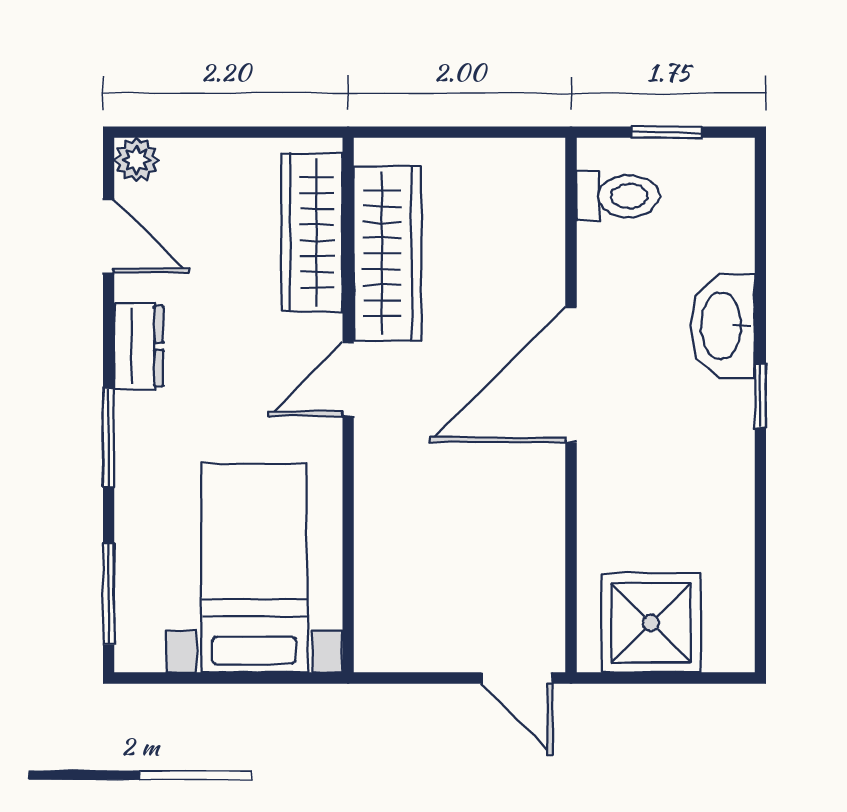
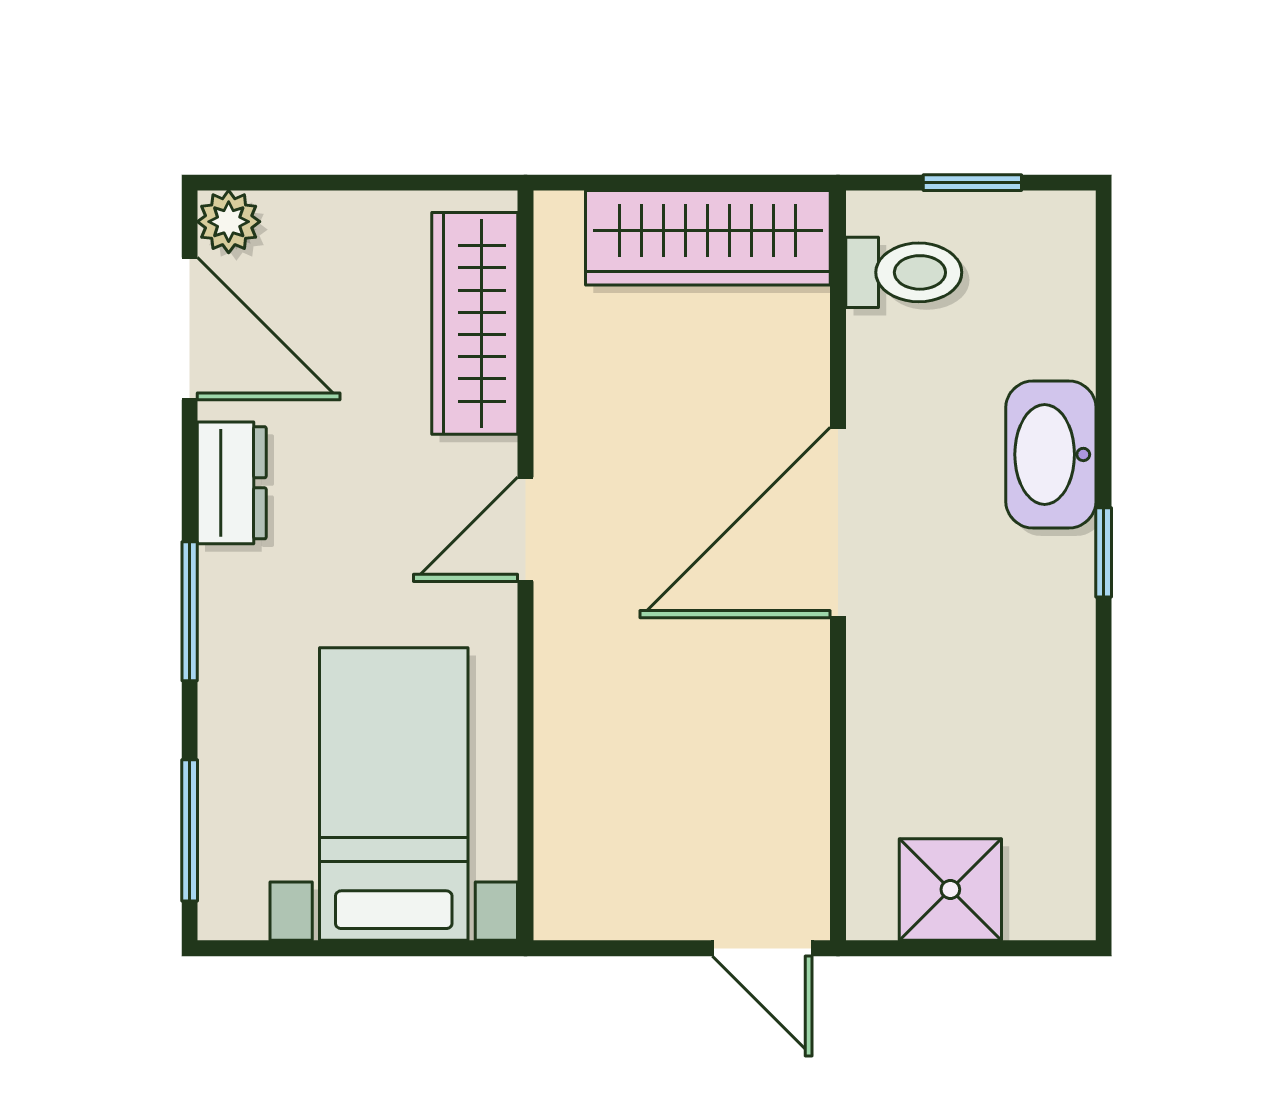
door: (109, 236) -> (190, 329), width x1.38
wardrobe: (387, 253) -> (708, 238), moved, turned 90
shower: (651, 623) -> (950, 889), width x0.73, depth x0.73

